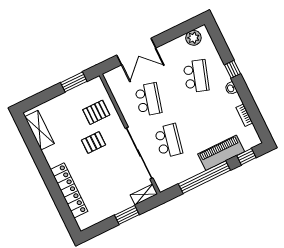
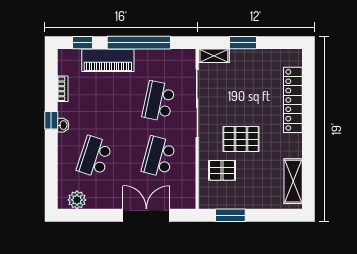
window: (233, 69) -> (51, 120), moved
pallet: (94, 143) -> (241, 139), width x1.50, depth x1.42

